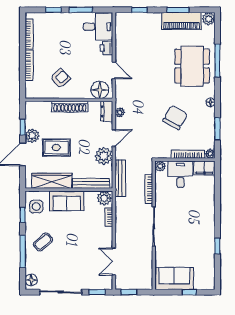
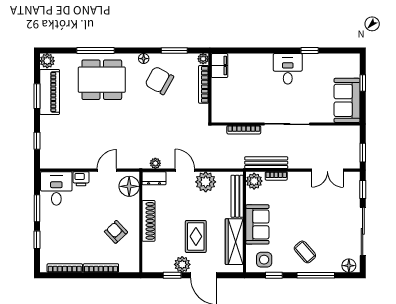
chair: (175, 117) -> (159, 81), moved
plant: (160, 166) -> (217, 117), removed
desk: (180, 174) -> (288, 69), moved, turned 90
bench: (120, 178) -> (266, 163), moved

